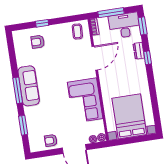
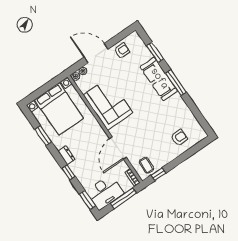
window: (42, 23) -> (158, 174), moved
dresser: (139, 51) -> (66, 155), moved
sofa: (29, 86) -> (159, 79), moved
window: (154, 100) -> (43, 136), added

